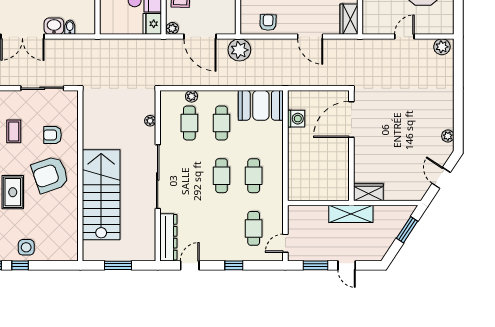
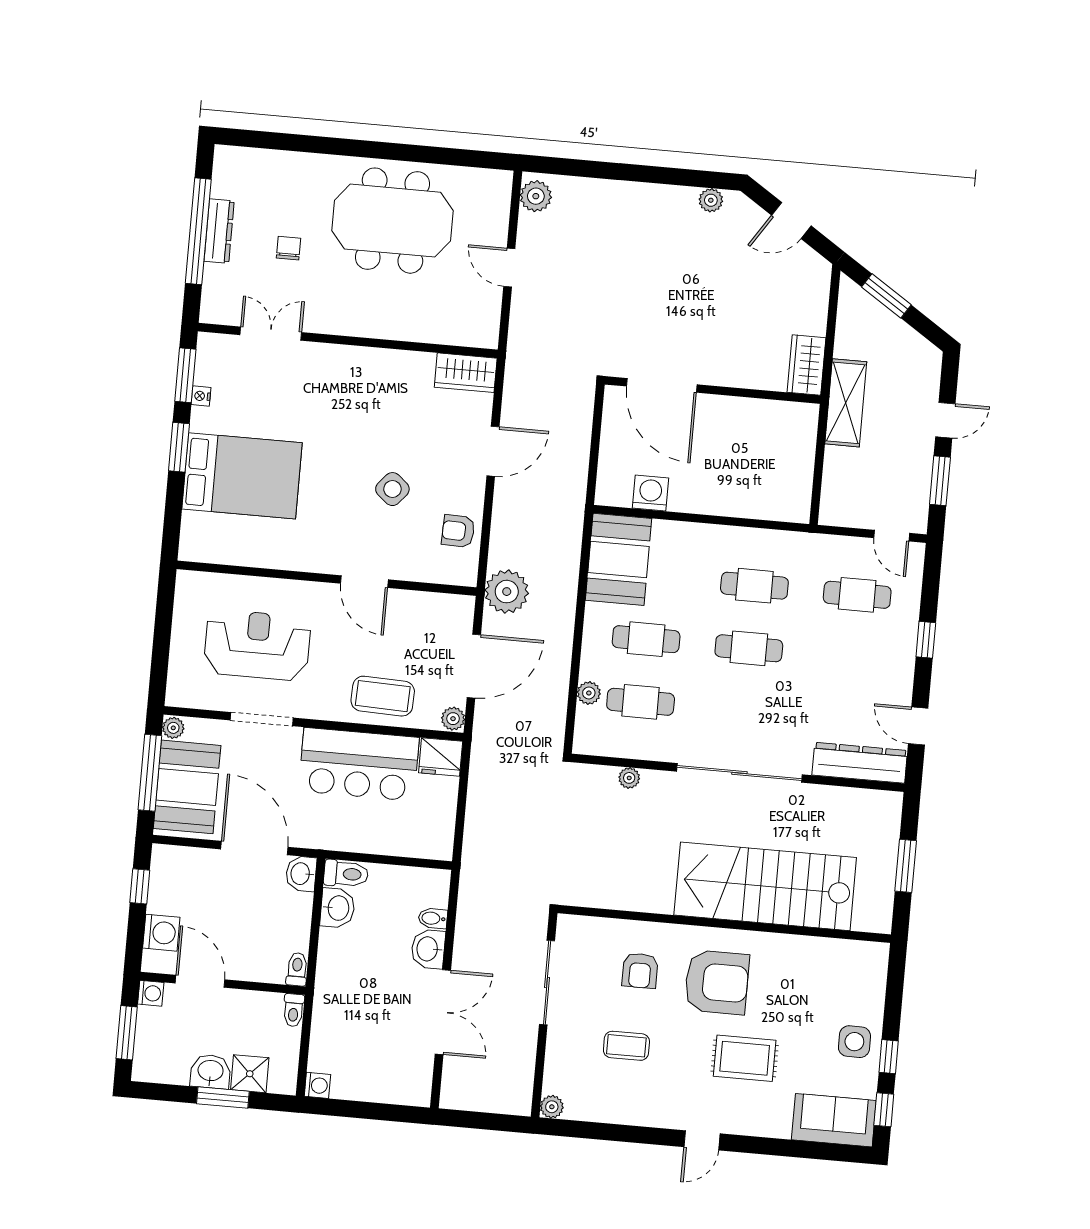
armchair: (50, 175) -> (717, 982), turned -71

